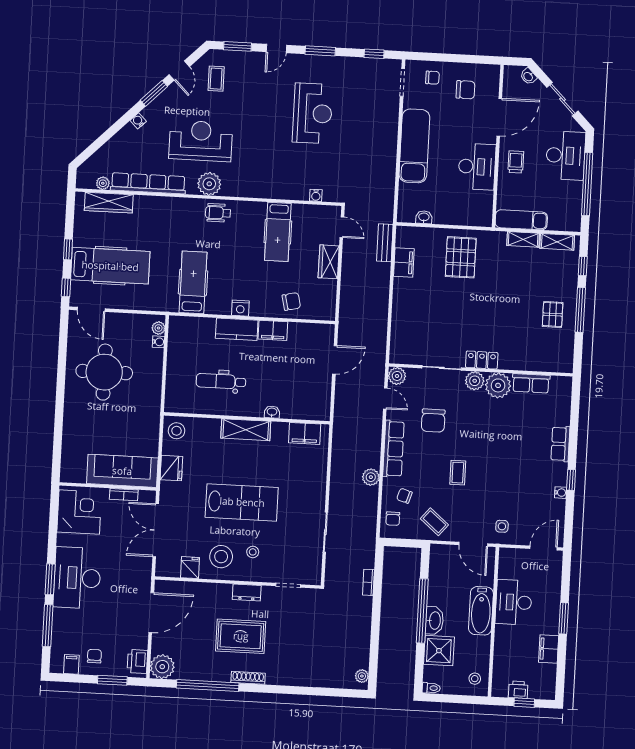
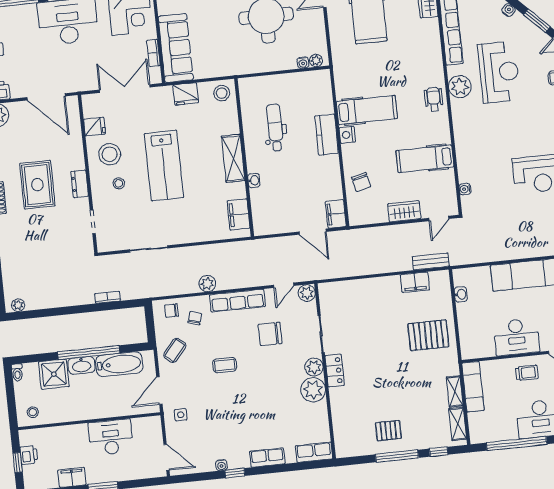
hospital bed: (193, 282) -> (367, 110), moved
filing cabinet: (273, 330) -> (336, 214), moved
row of seats: (531, 383) -> (314, 452), moved, turned 90
bathtub: (481, 611) -> (119, 364), moved, turned 180

